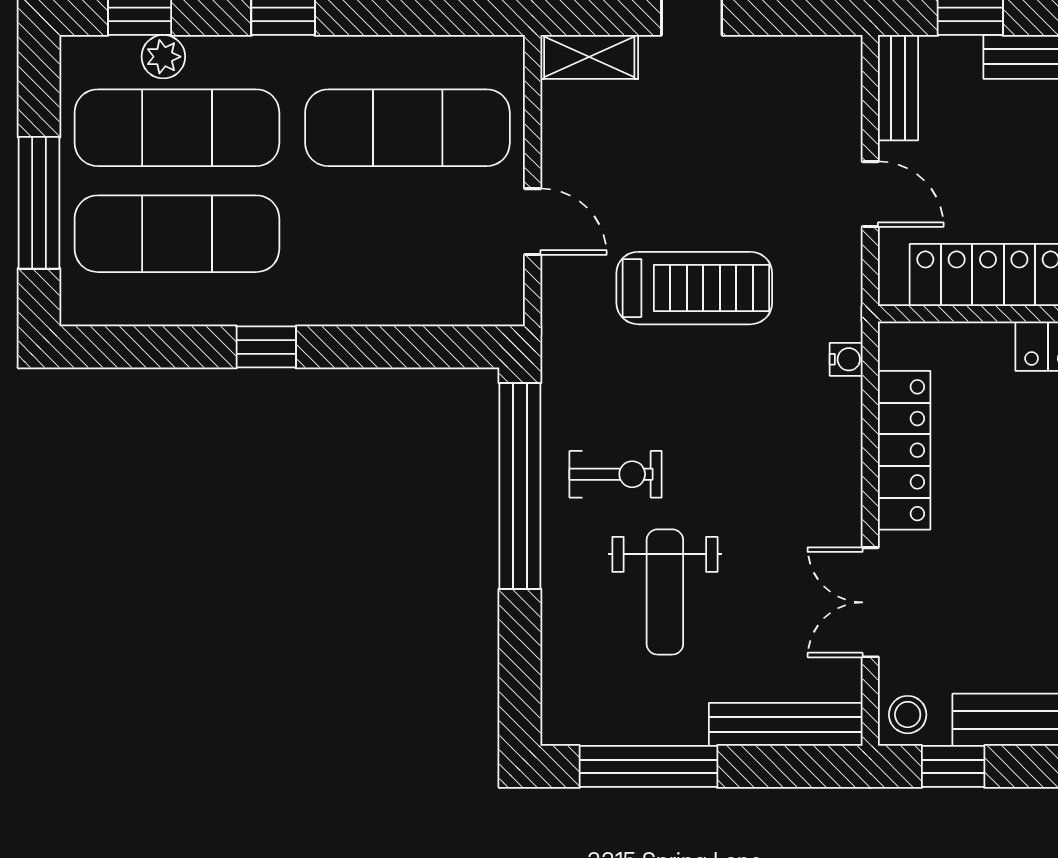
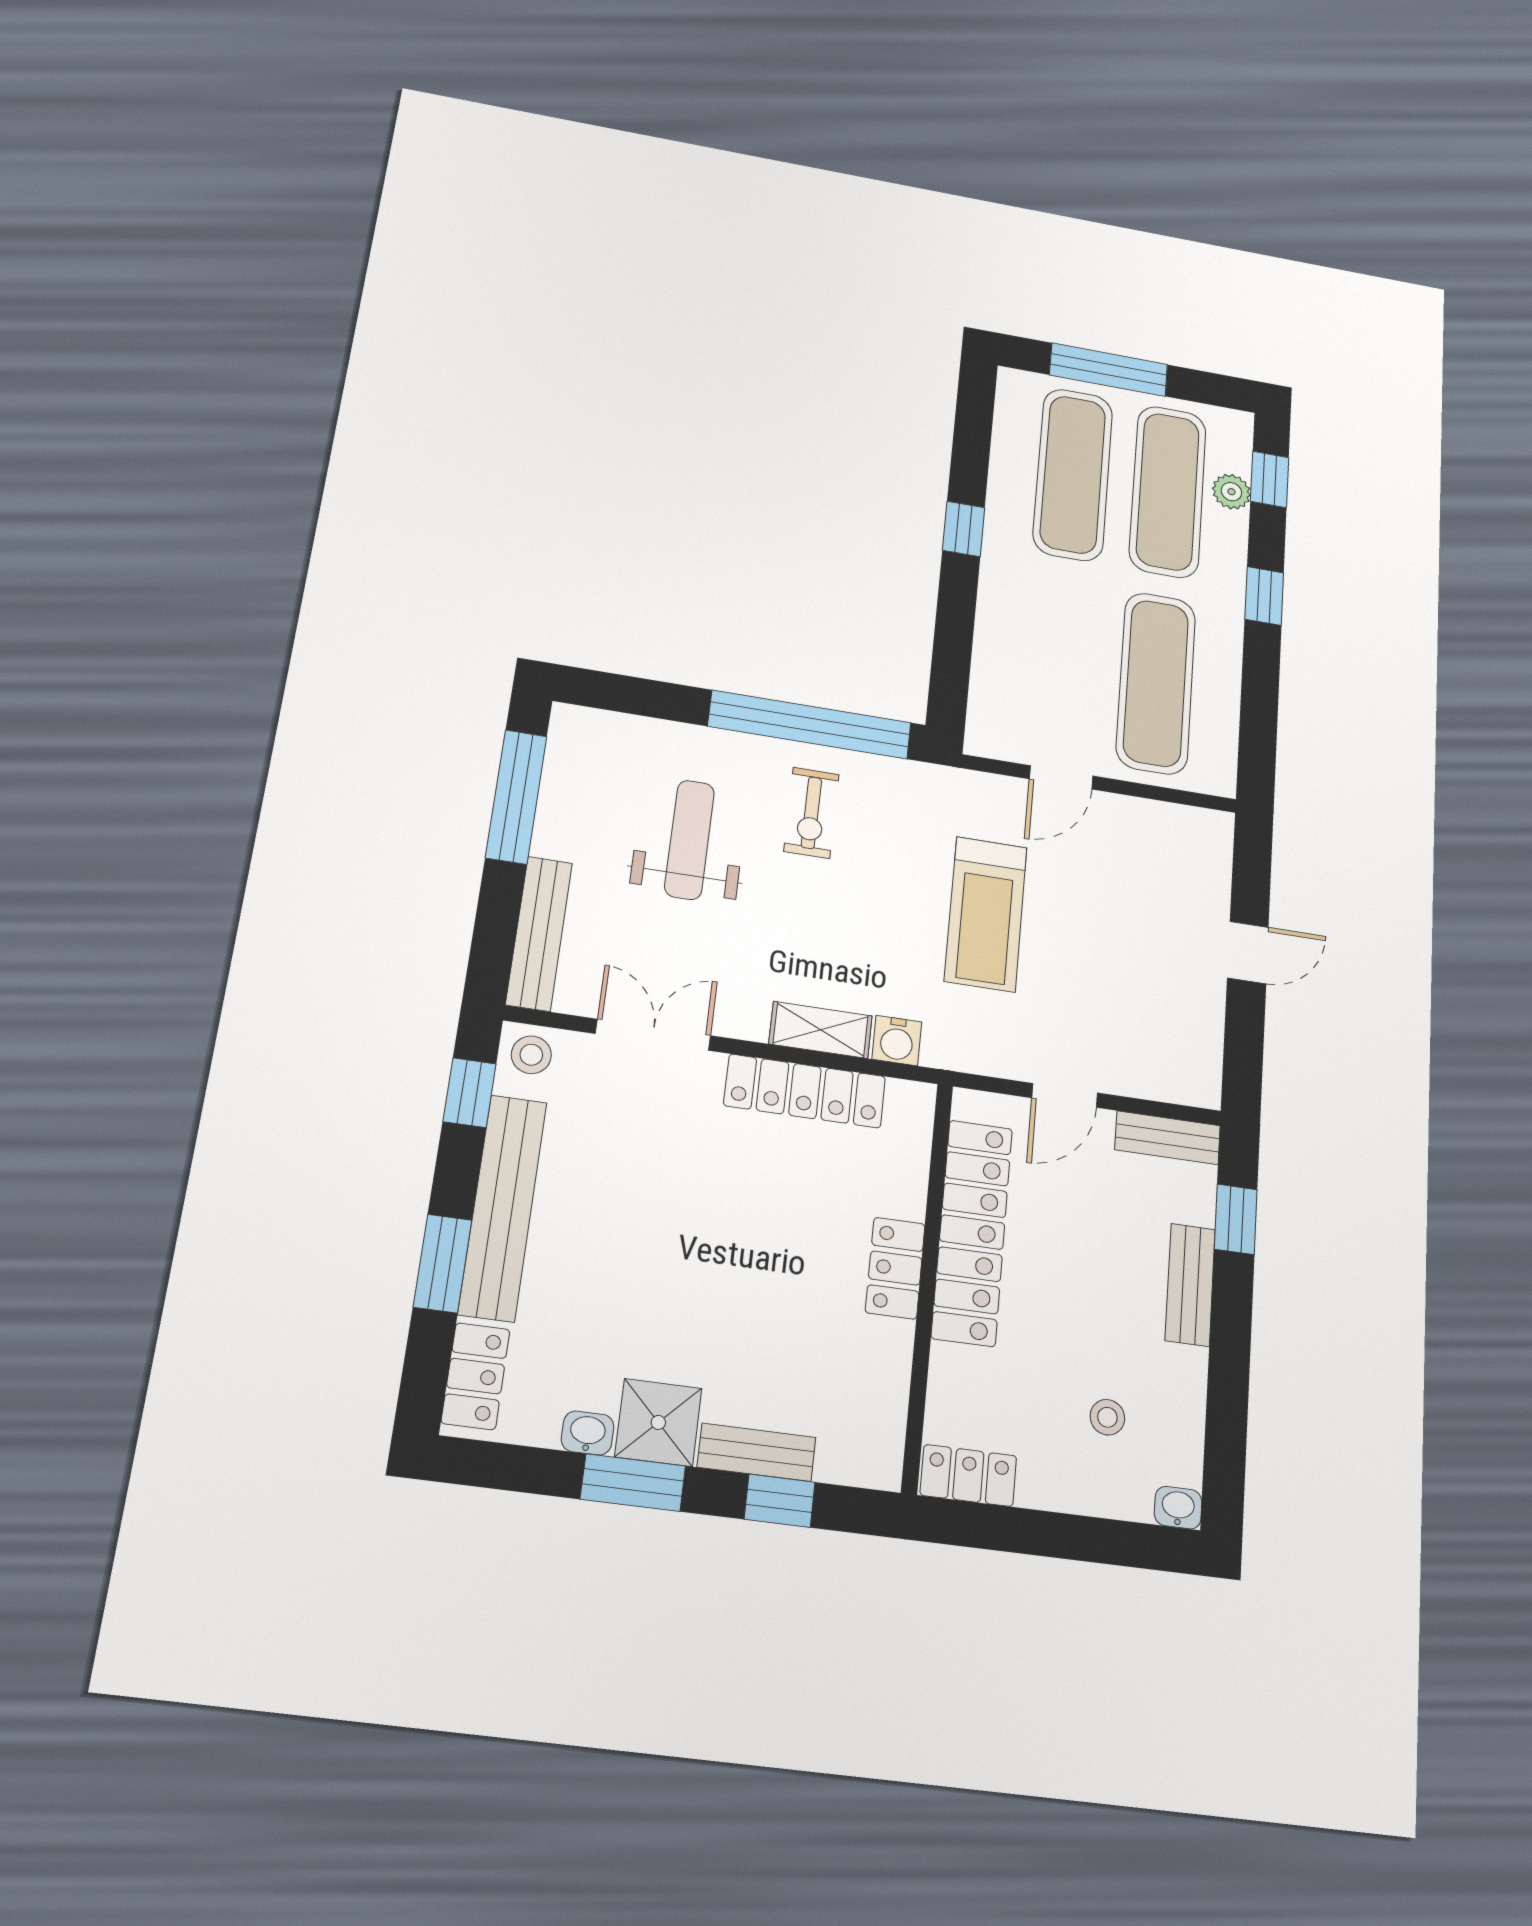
shelving: (589, 57) -> (821, 1030), moved, turned 90
water cooler: (846, 359) -> (897, 1040), width x1.38, depth x1.38
weight bench: (665, 592) -> (689, 840), turned 90

